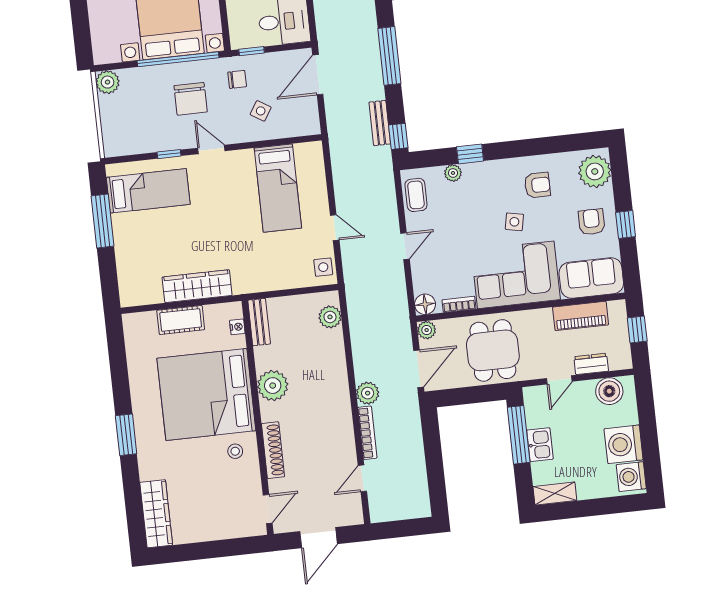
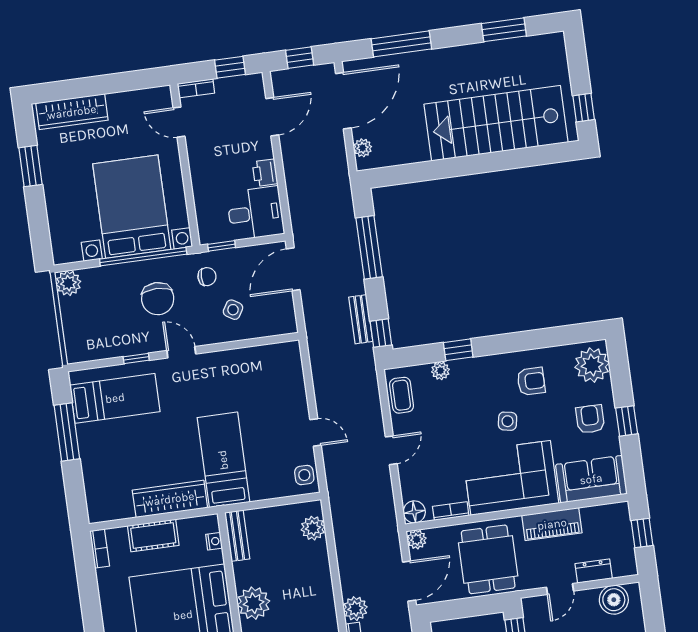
bed: (278, 188) -> (223, 460), moved, turned 180
piano: (581, 316) -> (552, 524), moved
bookcase: (130, 331) -> (100, 548), added

